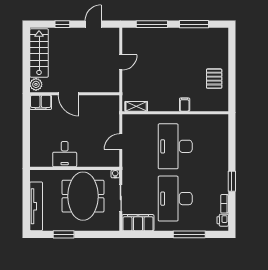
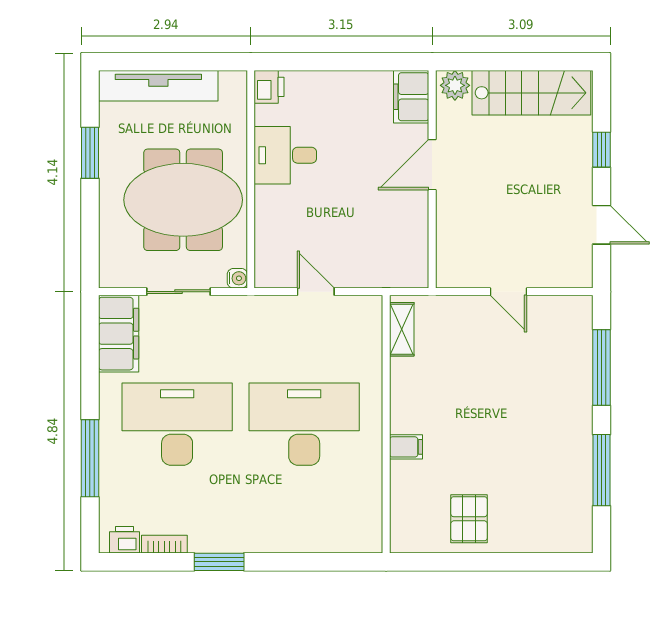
pallet: (214, 79) -> (469, 519), turned 90
printer: (37, 161) -> (269, 87), added

